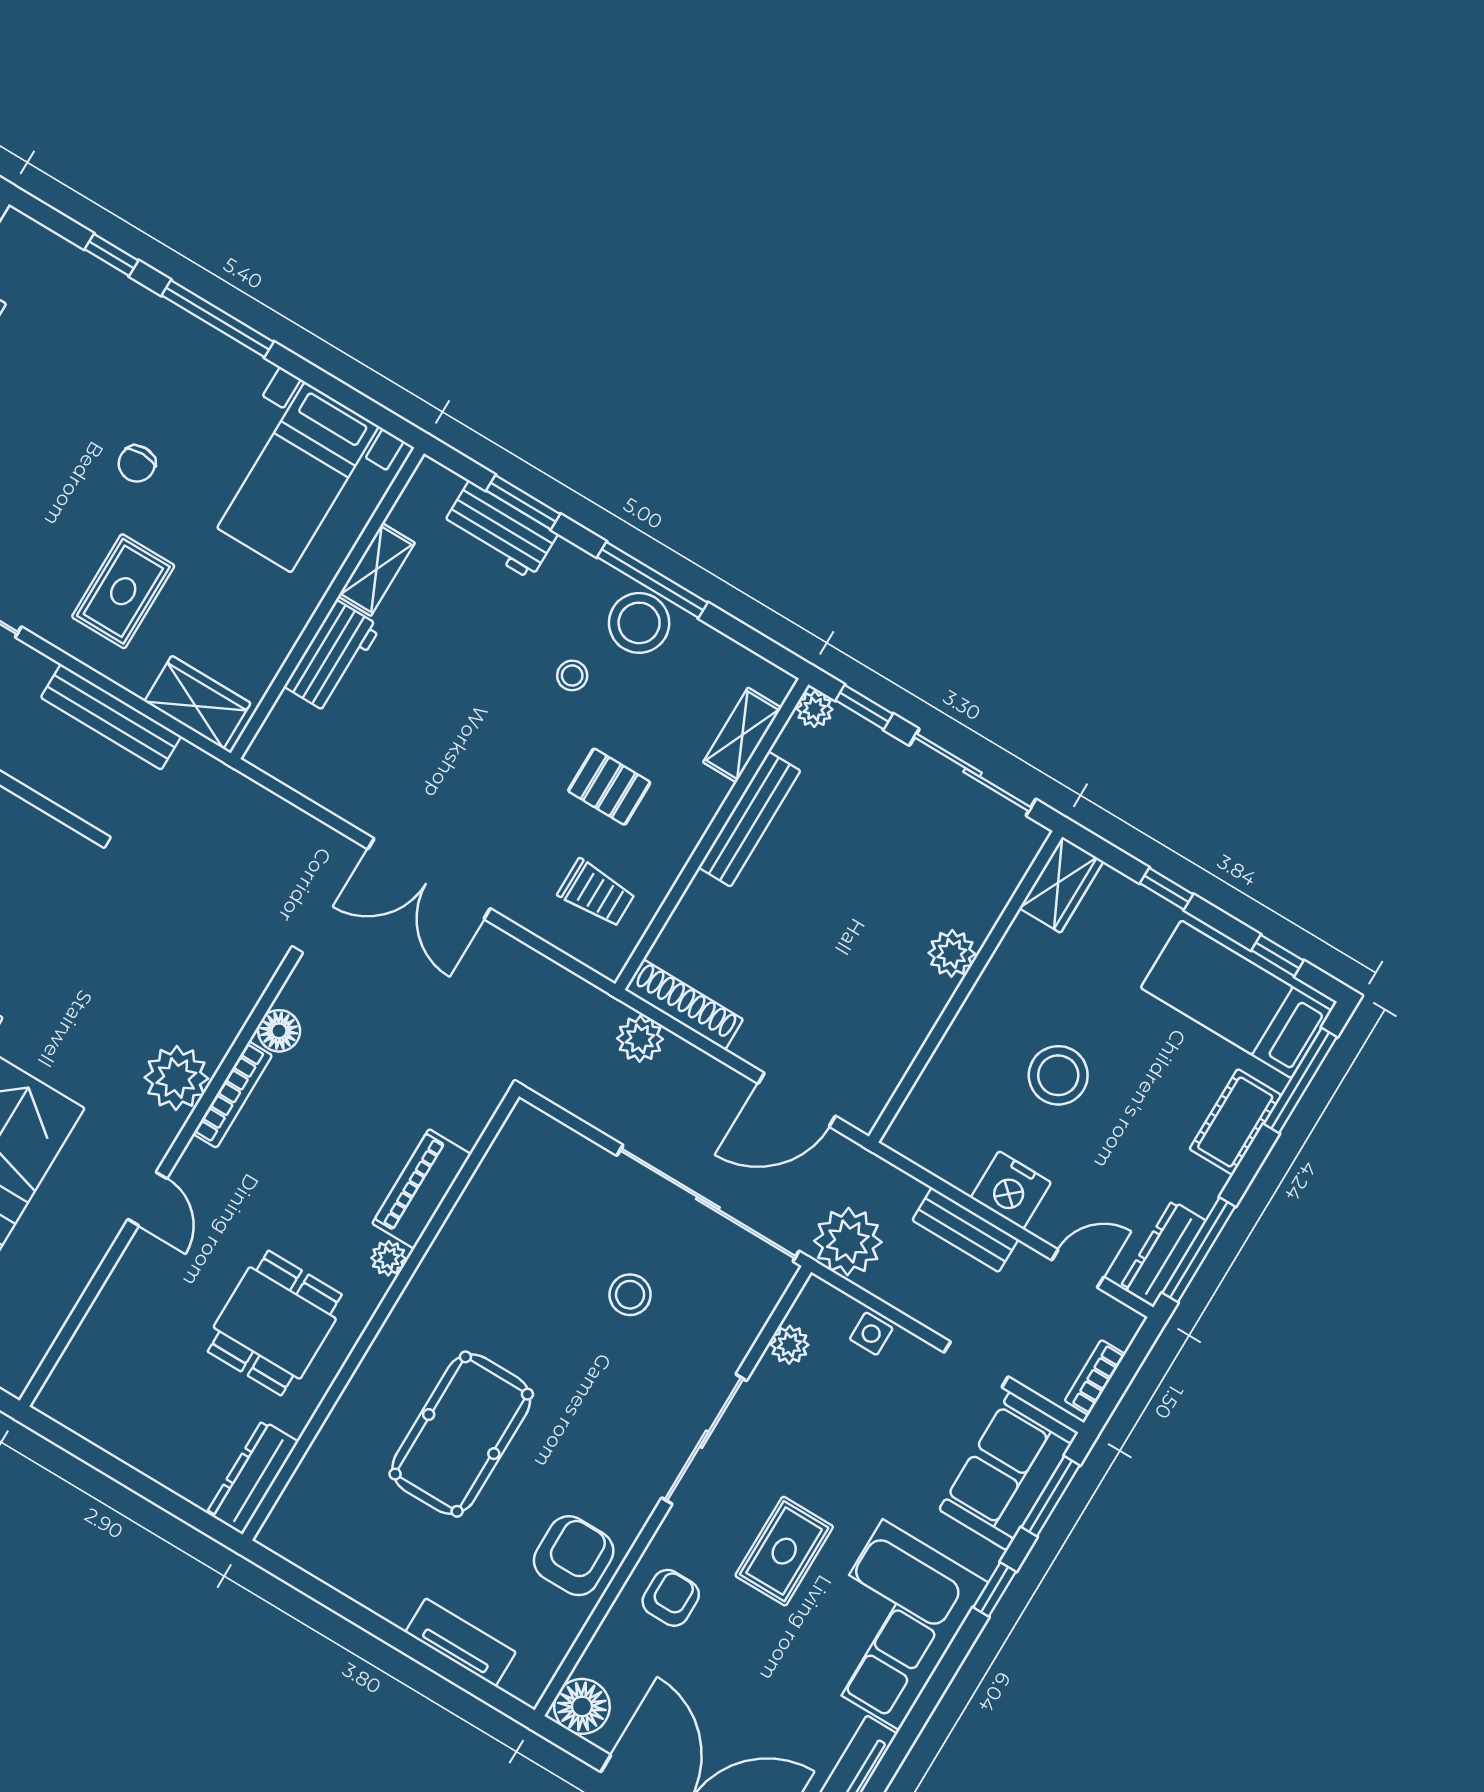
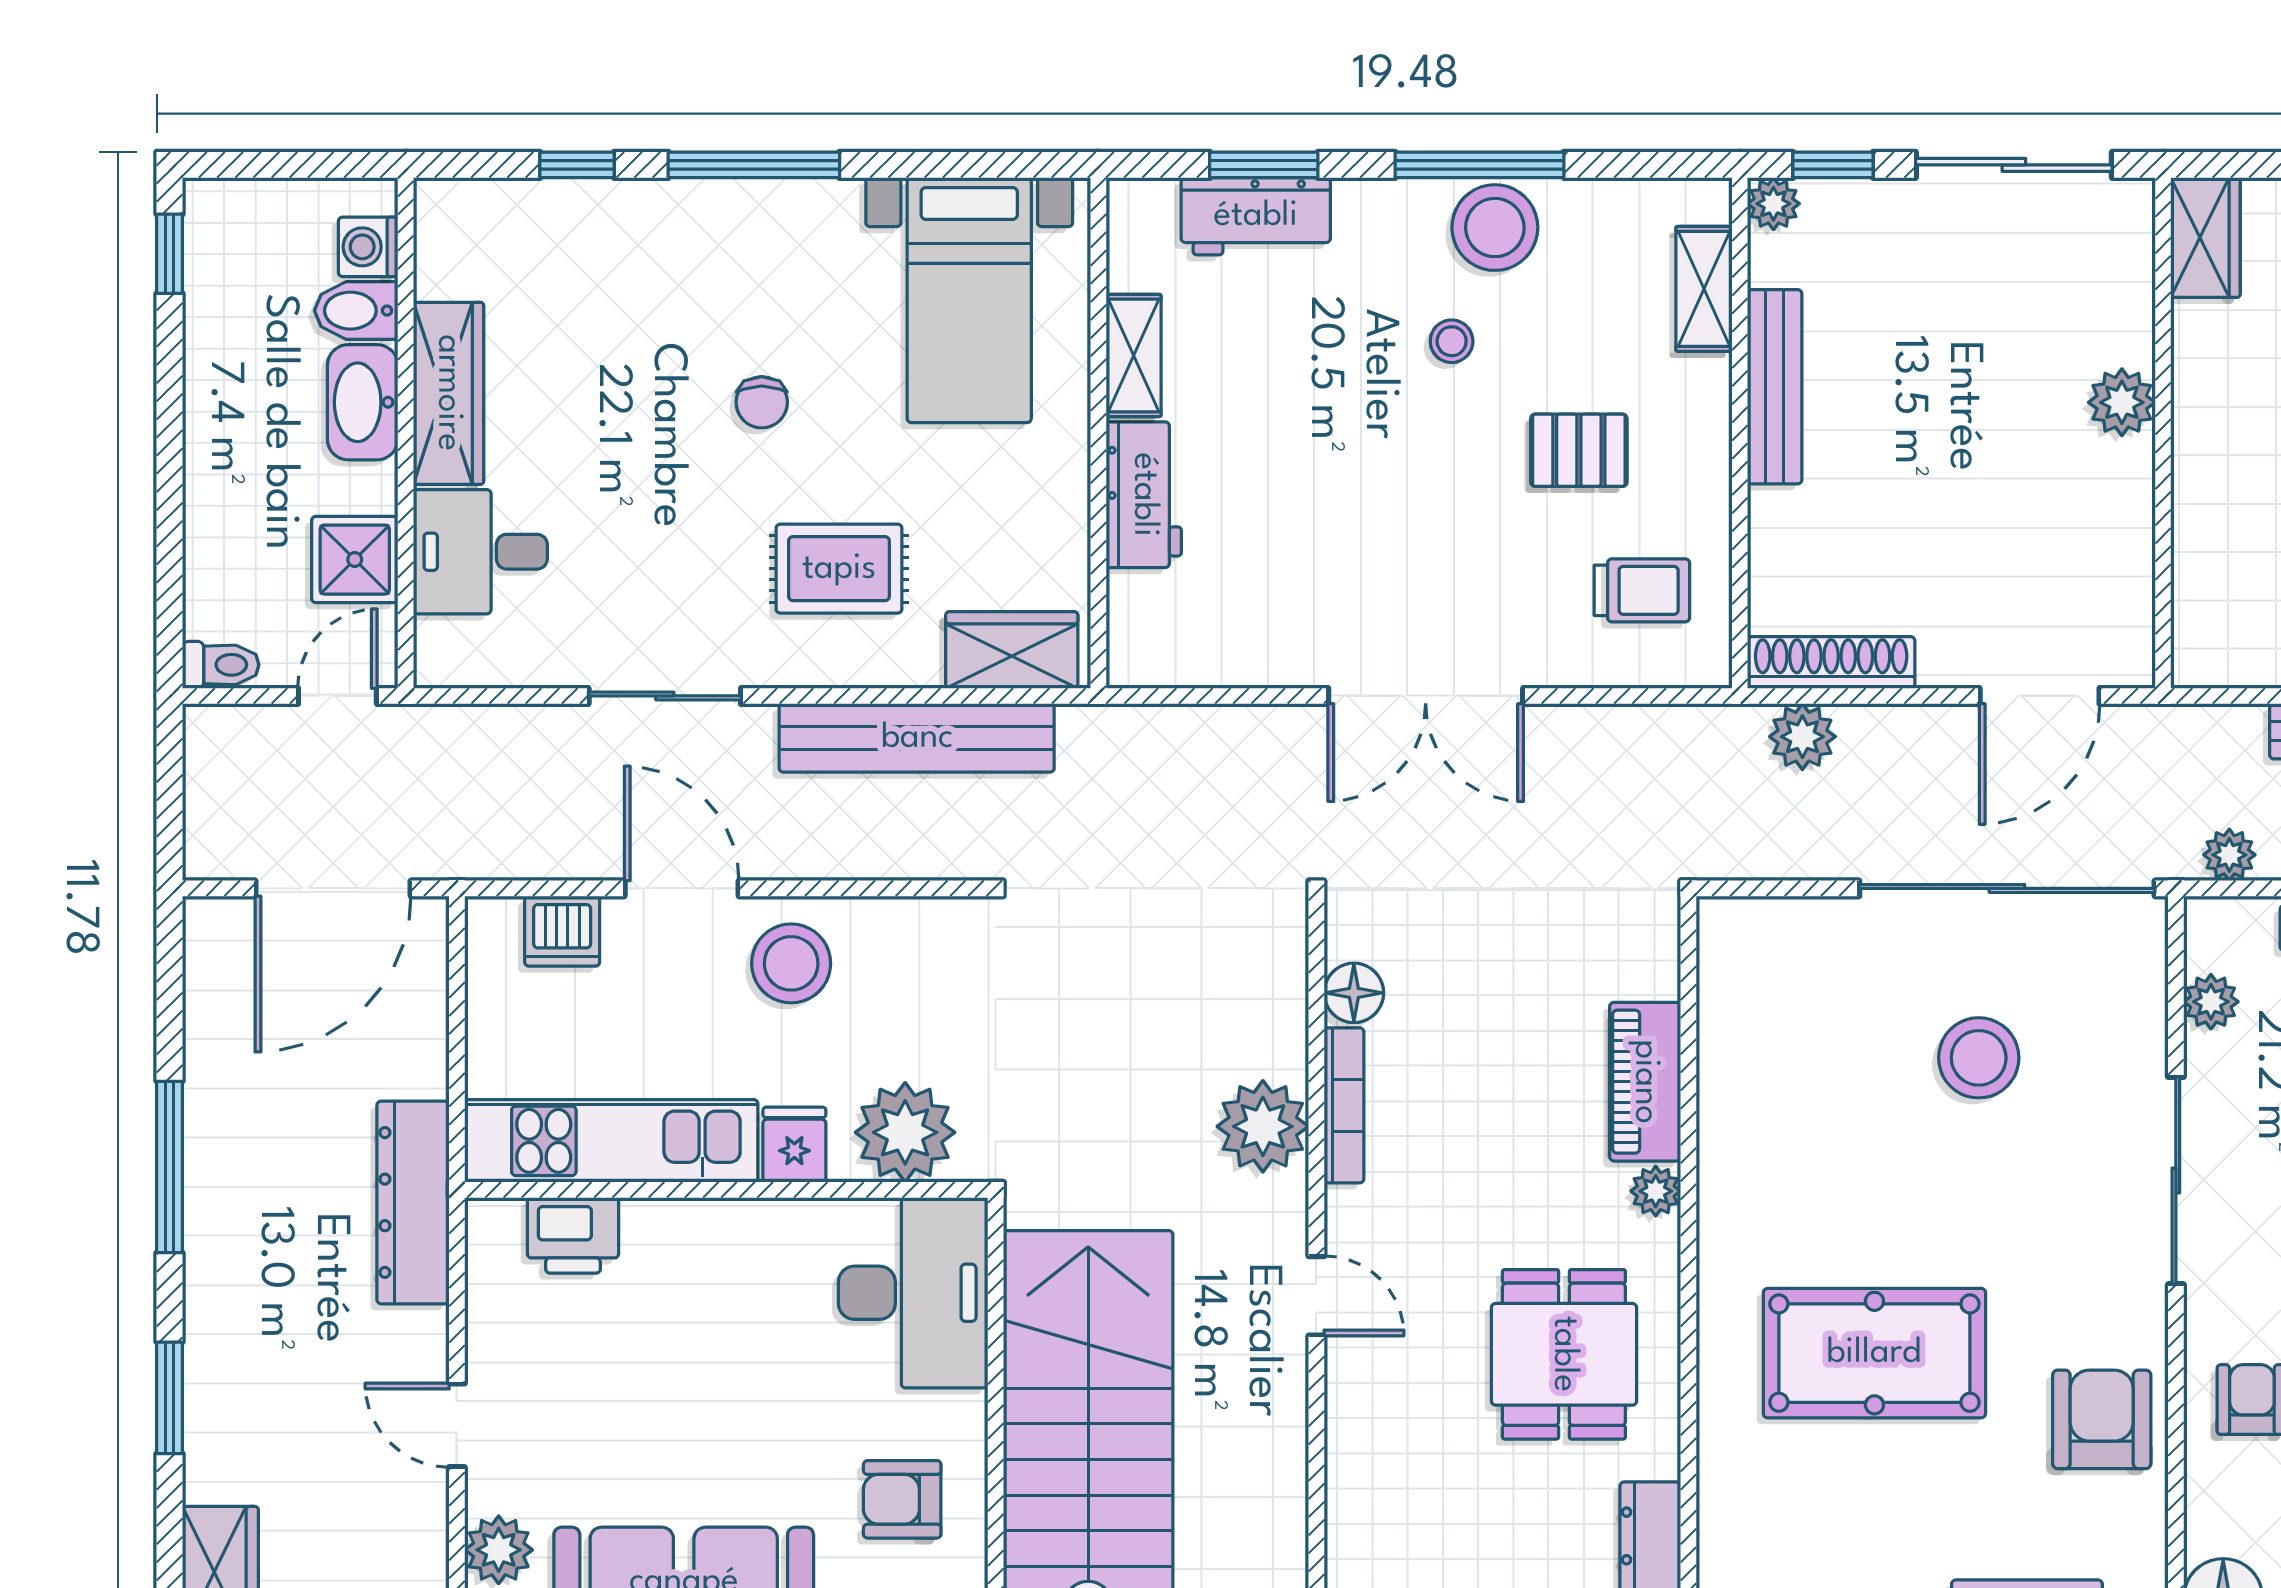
rug: (123, 591) -> (839, 569), turned 90
bench: (111, 717) -> (917, 738), width x1.37, depth x1.21
plant: (848, 1242) -> (2229, 855), width x0.53, depth x0.53
stool: (630, 1295) -> (1979, 1058), width x1.38, depth x1.38
pool table: (461, 1434) -> (1874, 1353), turned 90

